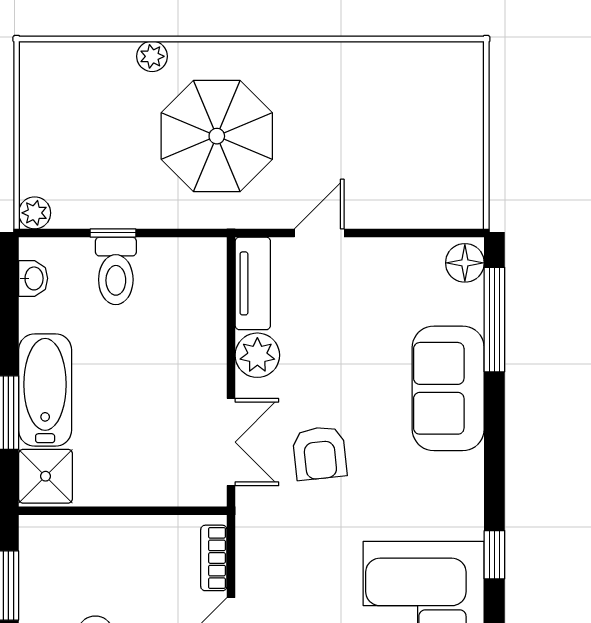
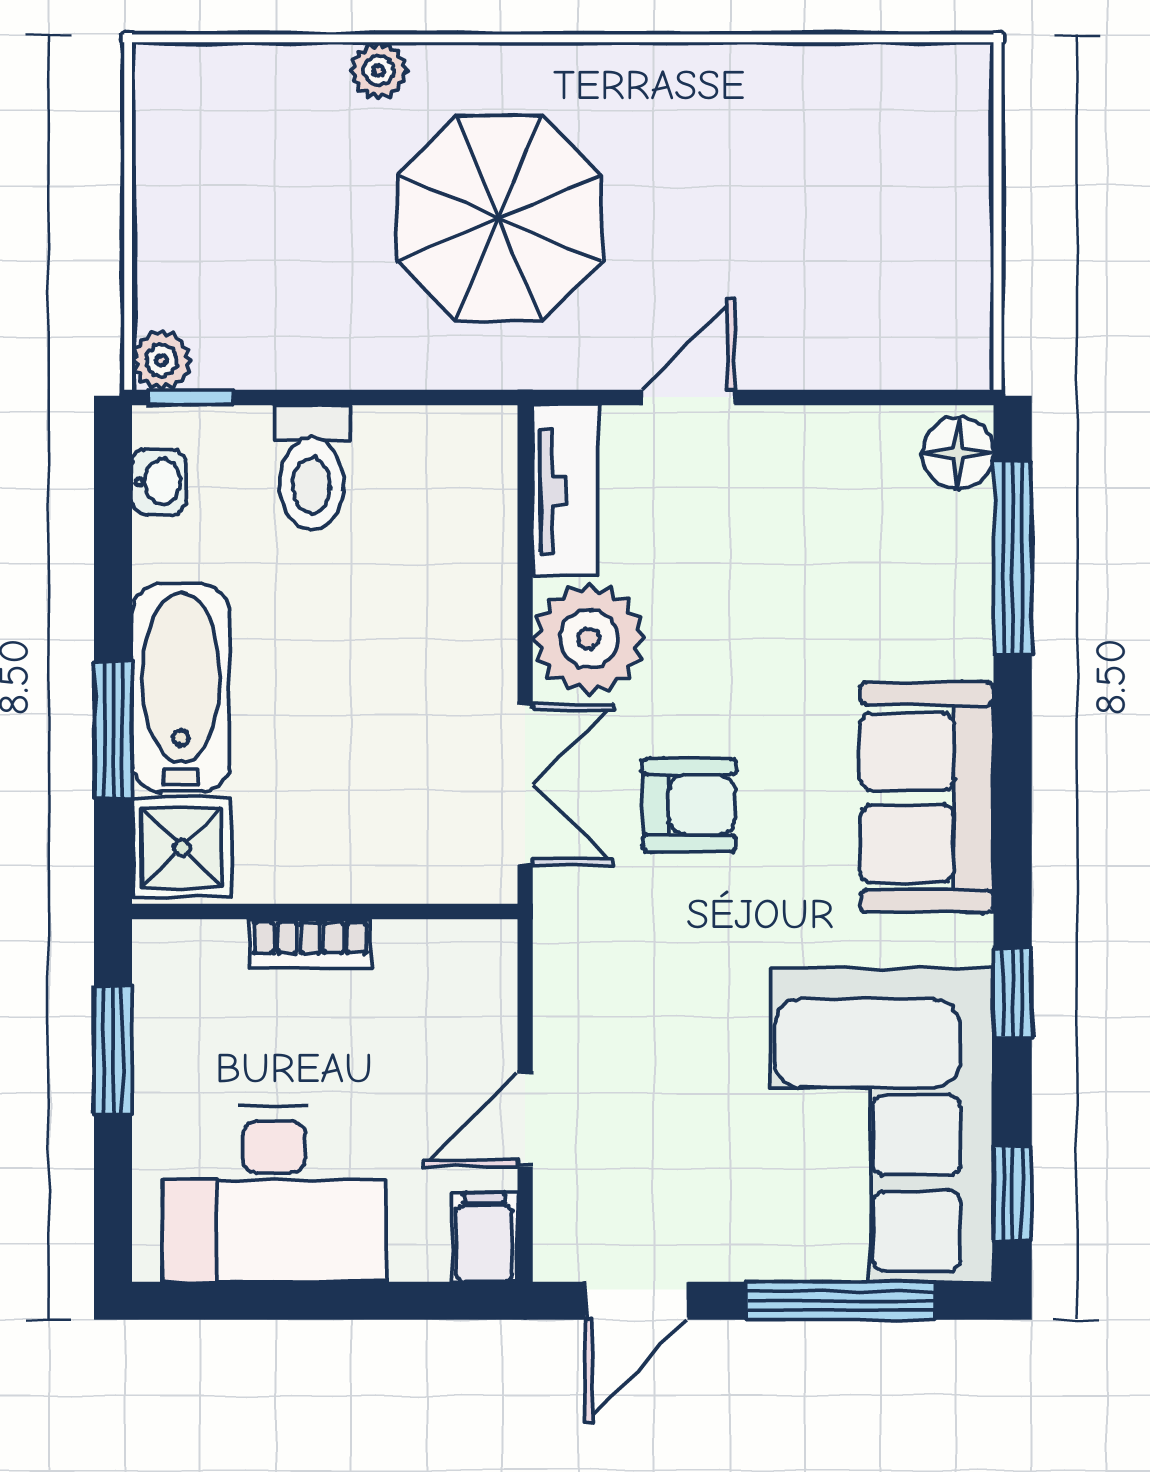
window: (113, 233) -> (190, 397), moved
plant: (257, 355) -> (589, 639), width x1.36, depth x1.36
sofa: (448, 388) -> (927, 797), moved
armchair: (320, 453) -> (689, 805), turned -84
bookcase: (214, 558) -> (310, 943), moved, turned -90

